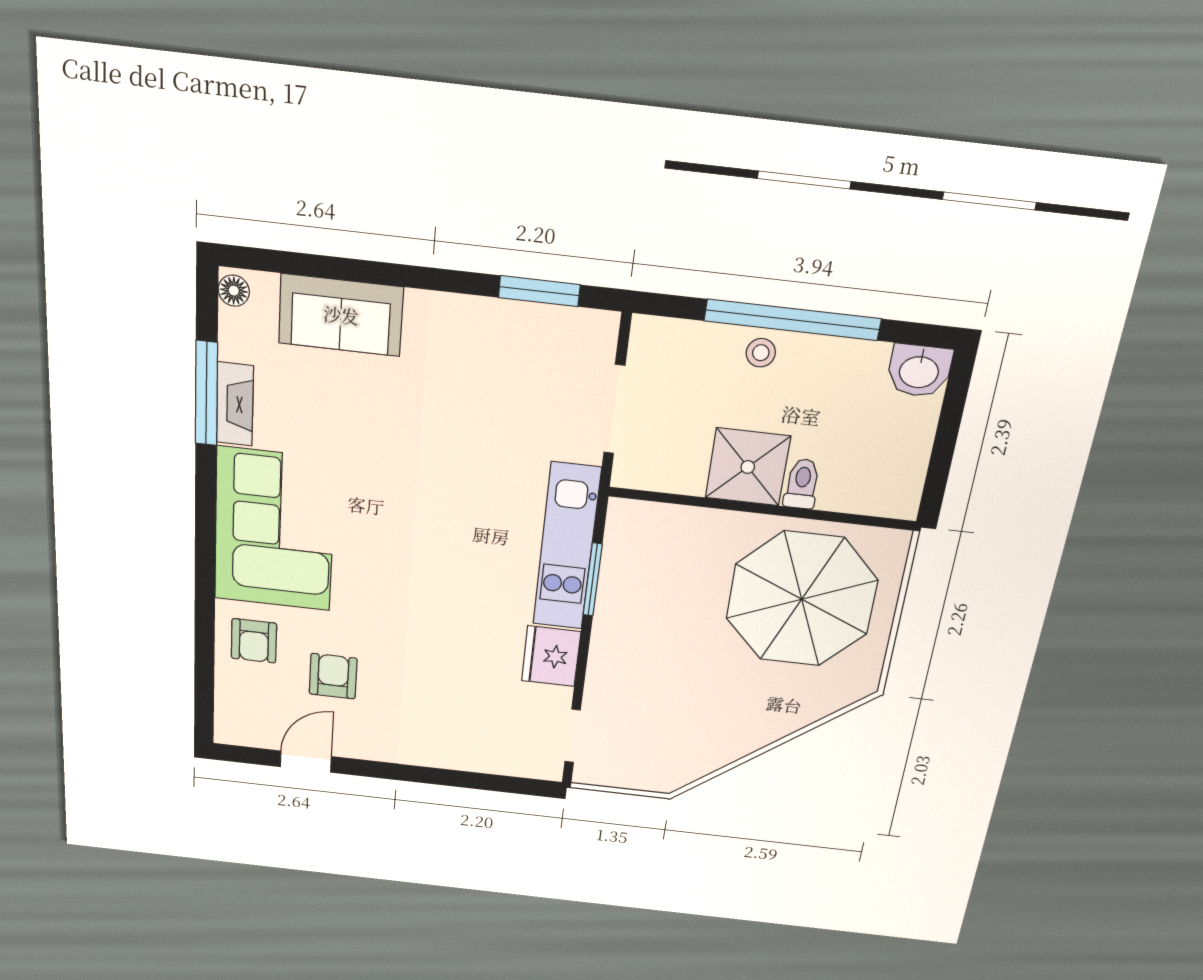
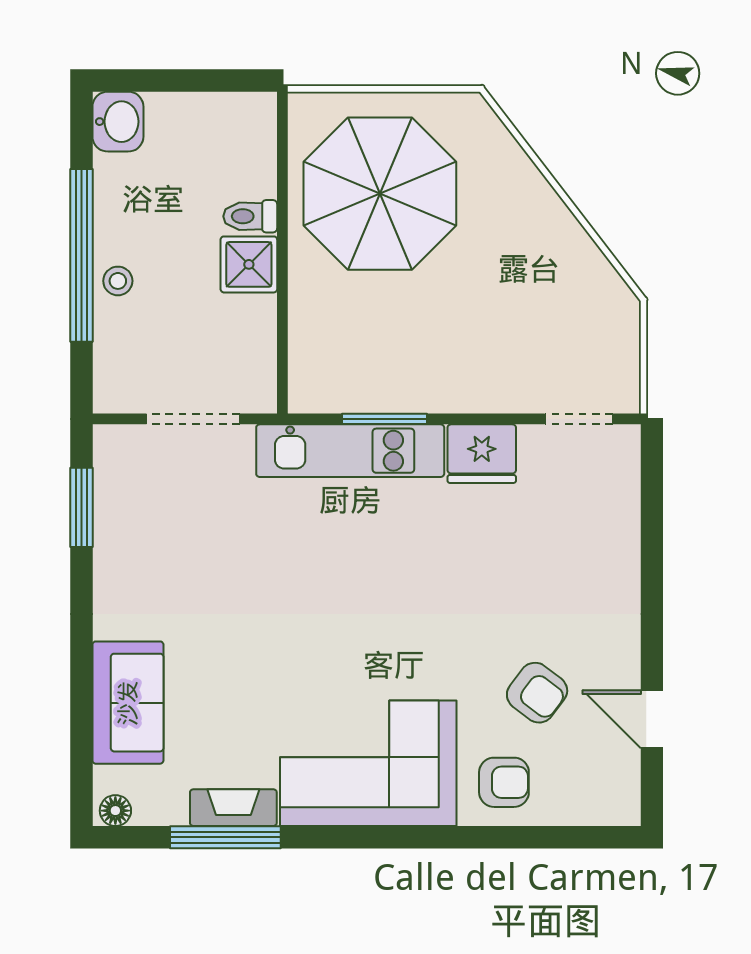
shower: (748, 467) -> (249, 264), width x0.73, depth x0.73
armchair: (333, 676) -> (537, 693), turned -143

